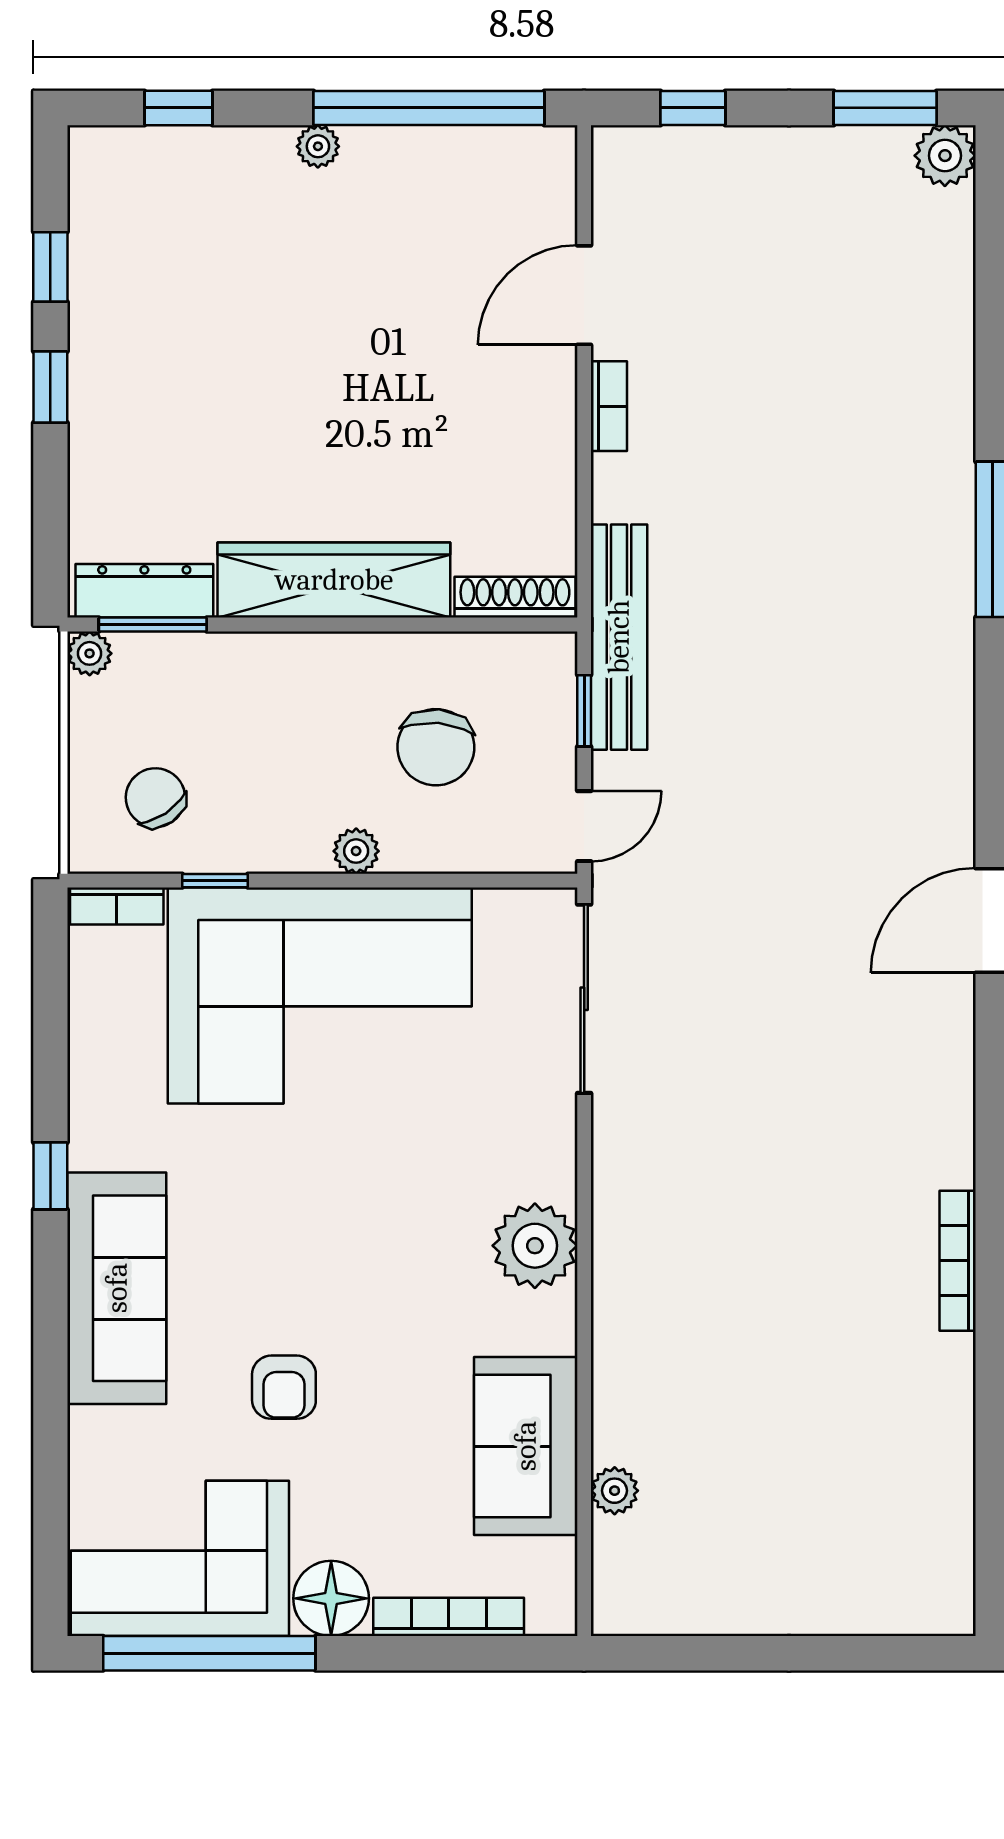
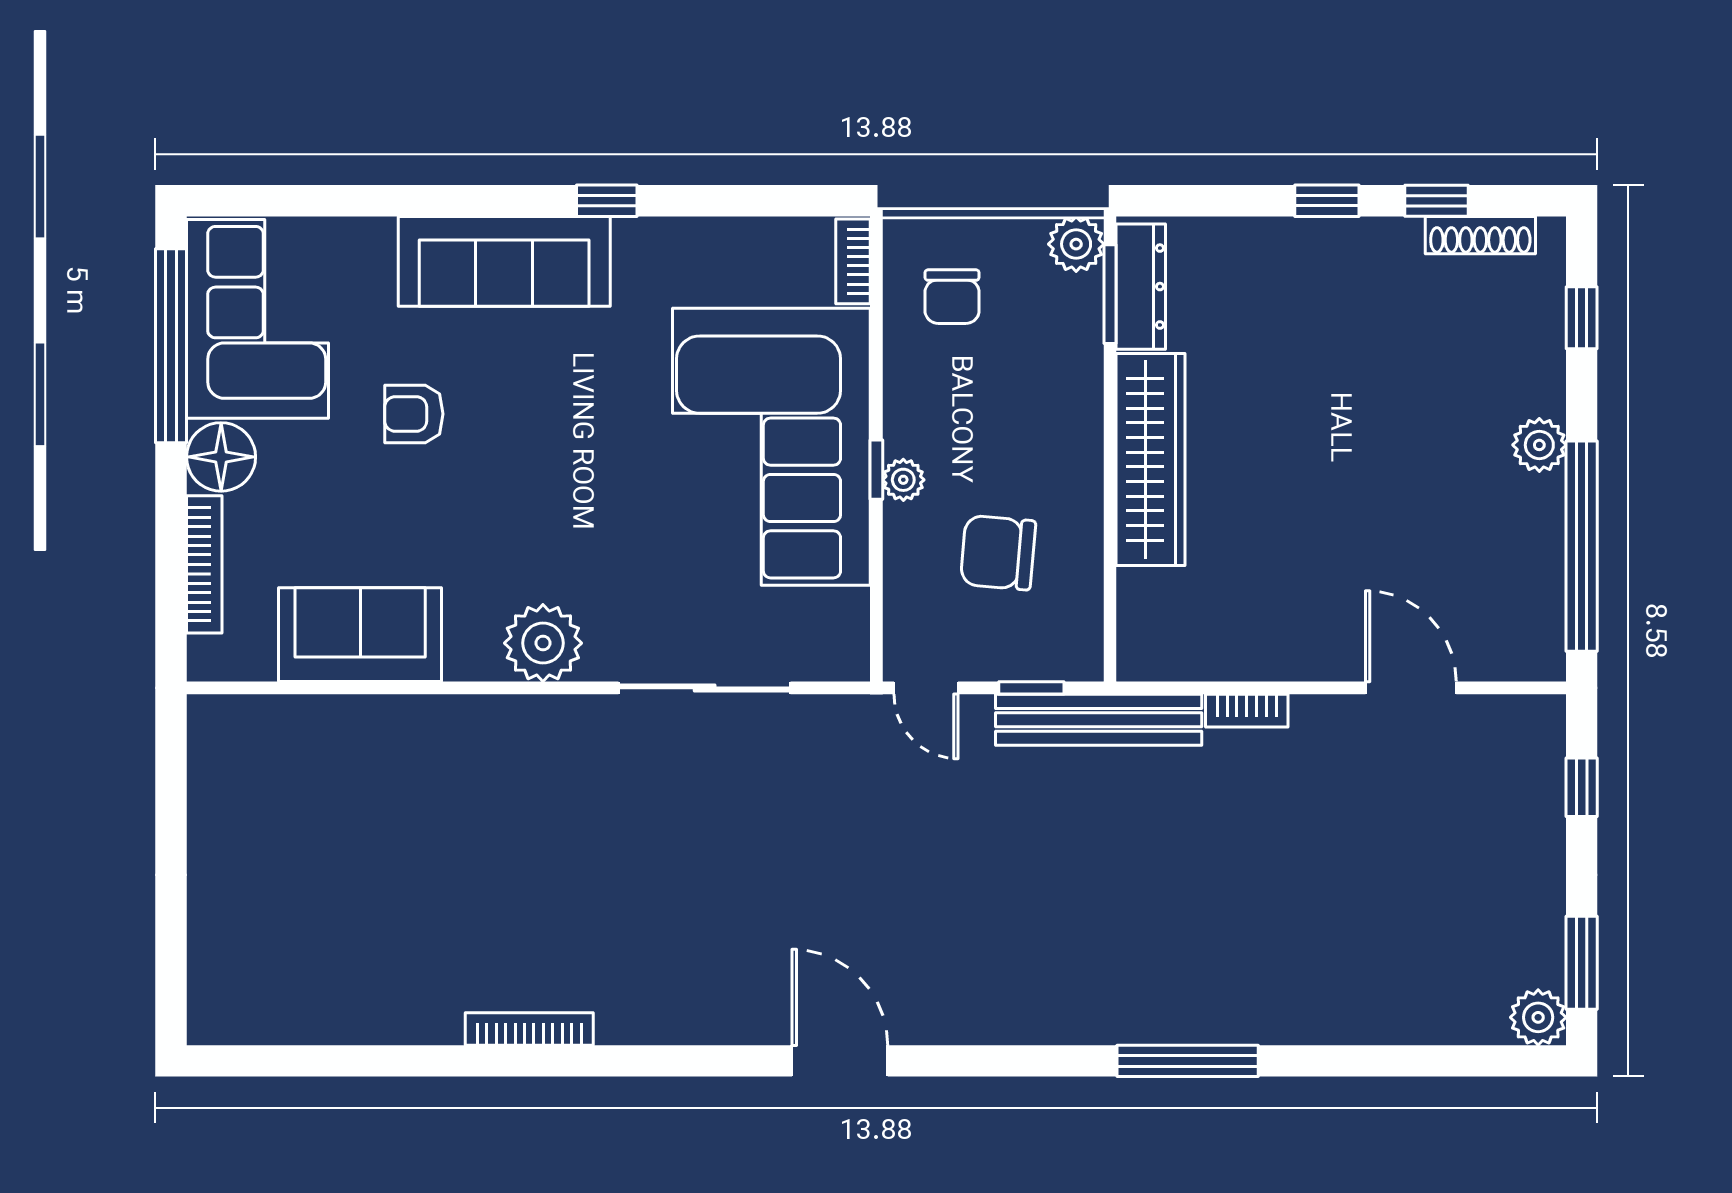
plant: (318, 146) -> (1539, 445), width x1.38, depth x1.38
bookcase: (609, 406) -> (1247, 711), moved
shoe rack: (515, 597) -> (1480, 235), moved, turned 90
plant: (90, 653) -> (1076, 244), width x1.38, depth x1.38
chair: (155, 798) -> (952, 297), turned 124
window: (215, 881) -> (876, 470), moved
sliding door: (584, 999) -> (705, 688), moved
plant: (615, 1491) -> (319, 716), removed

